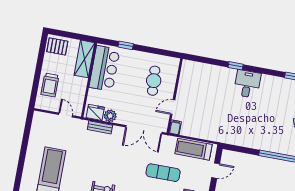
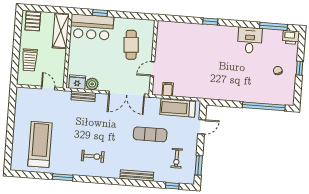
pallet: (57, 46) -> (33, 21), turned 90
bar counter: (104, 68) -> (92, 27), moved, turned 90
desk: (247, 84) -> (250, 40), moved
filing cabinet: (175, 127) -> (168, 89), moved

